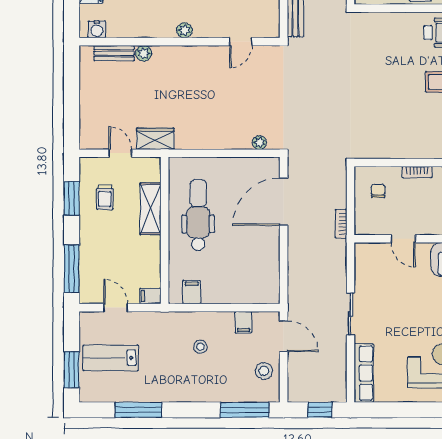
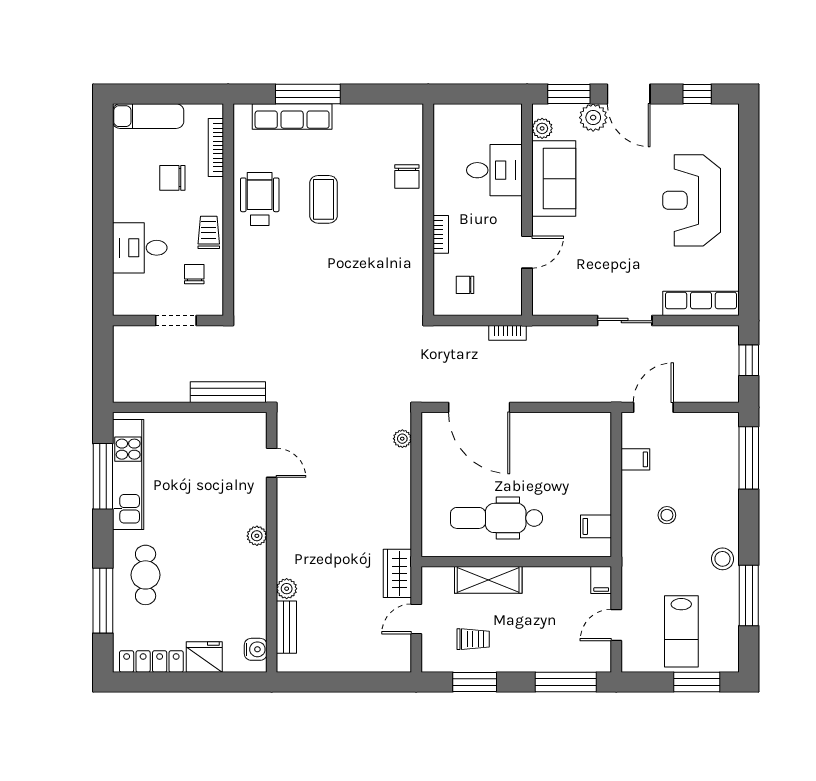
stool: (264, 371) -> (722, 559), moved

